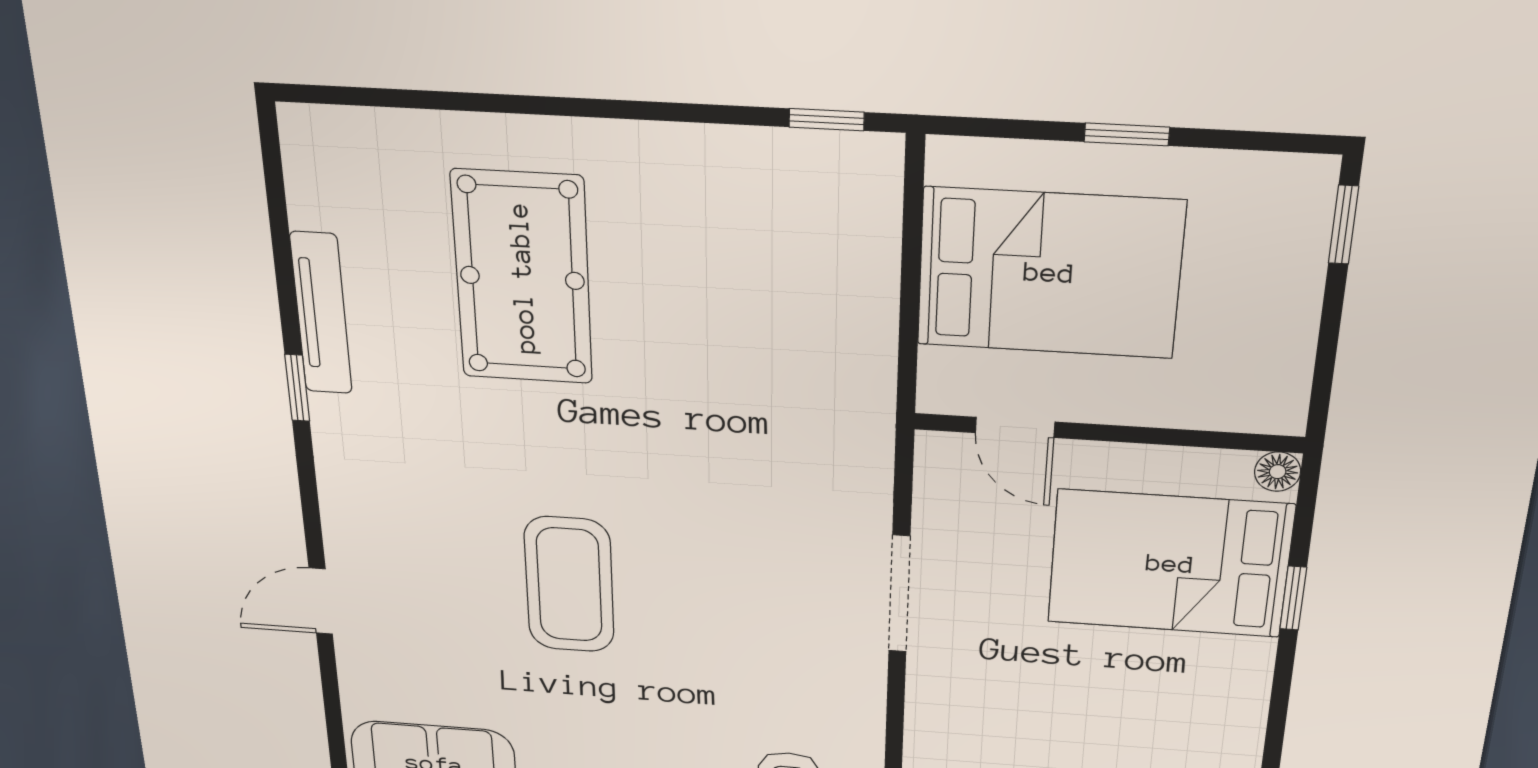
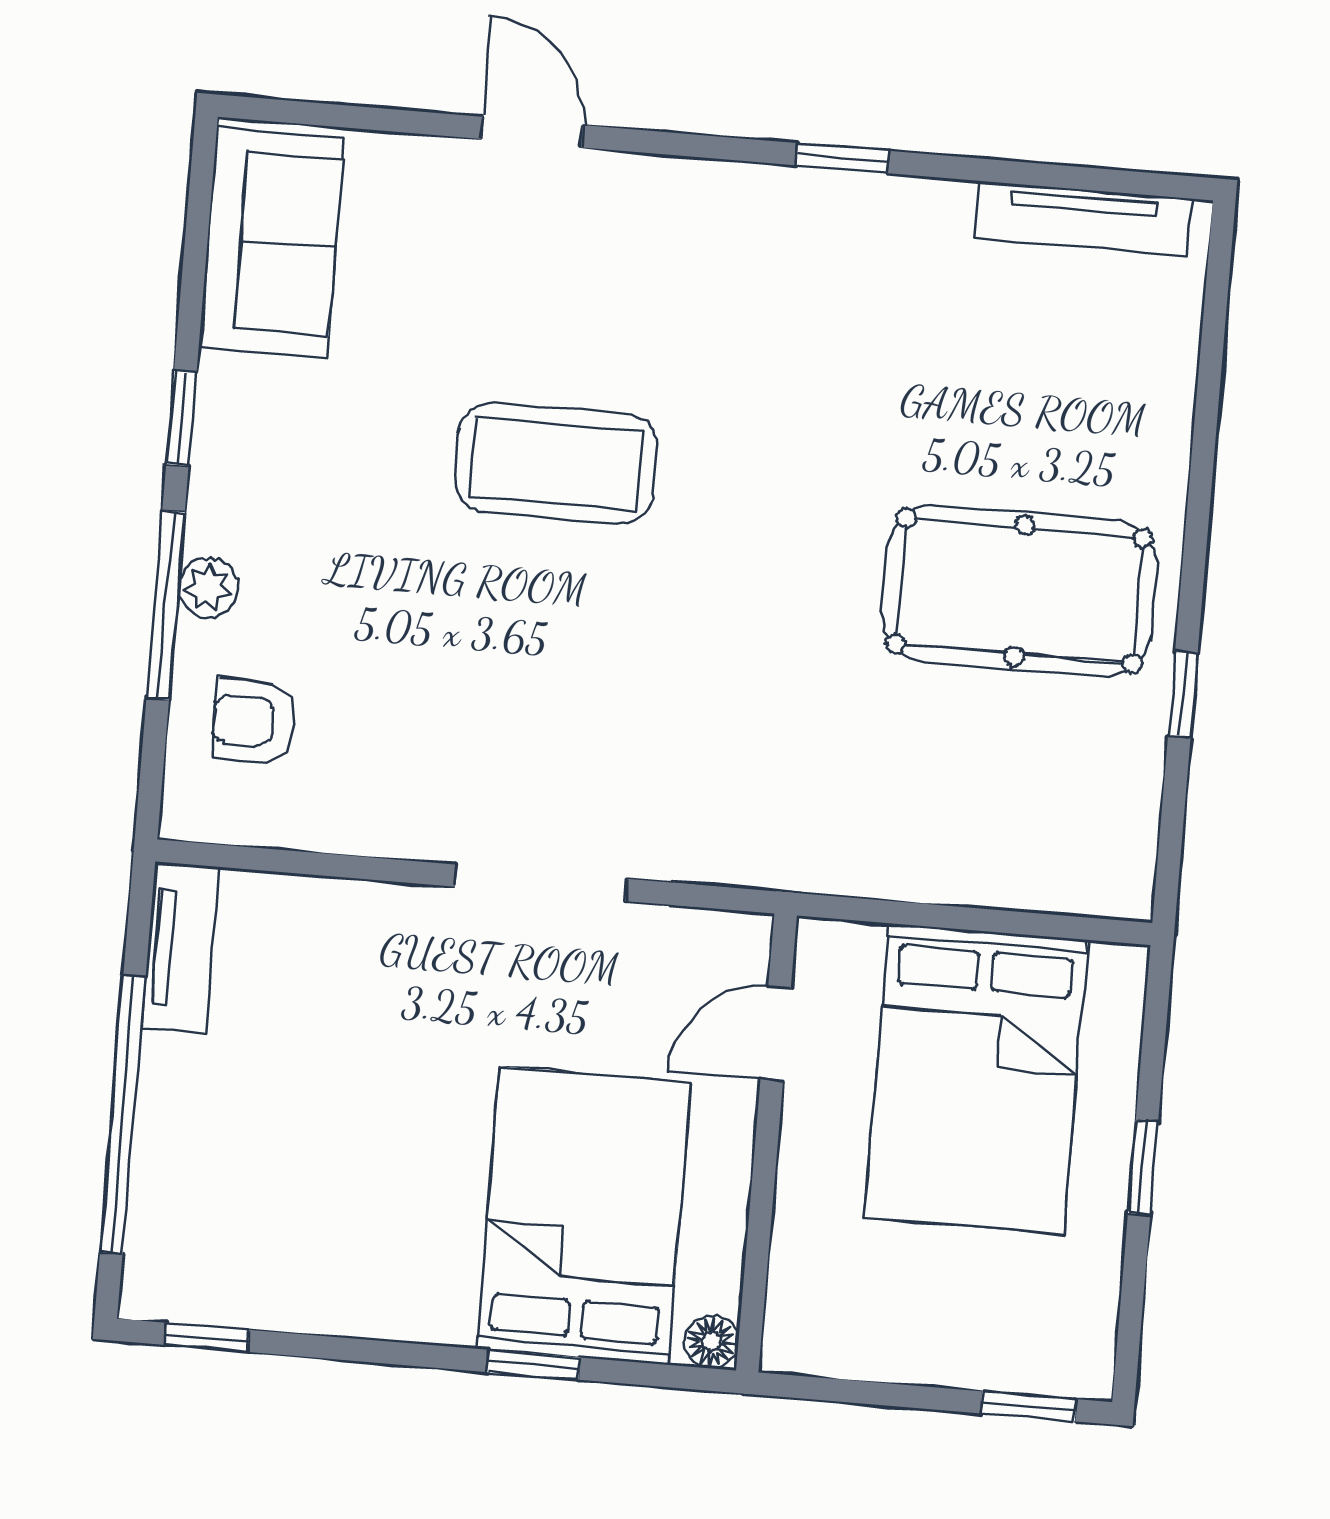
window: (827, 120) -> (1183, 695), moved
pool table: (522, 278) -> (1019, 591), moved
tv unit: (321, 313) -> (1083, 219), moved

